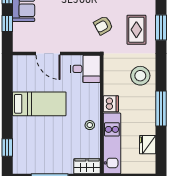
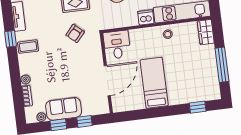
armchair: (103, 25) -> (75, 33), turned 71
door: (48, 54) -> (107, 81), width x1.36

